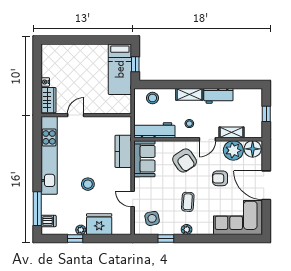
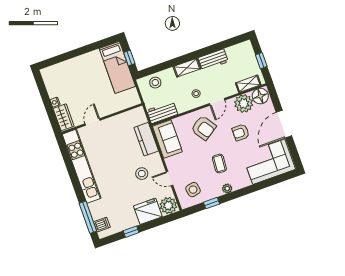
workbench: (154, 130) -> (162, 112), width x0.73
shelving: (232, 132) -> (248, 84), moved
stool: (88, 184) -> (142, 174), moved
door: (266, 185) -> (284, 124), hinge flipped
plant: (81, 230) -> (168, 206), moved, width x1.88, depth x1.88

